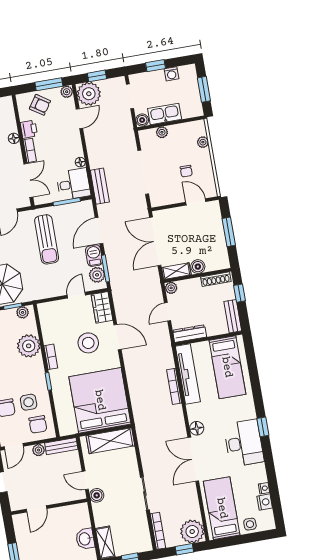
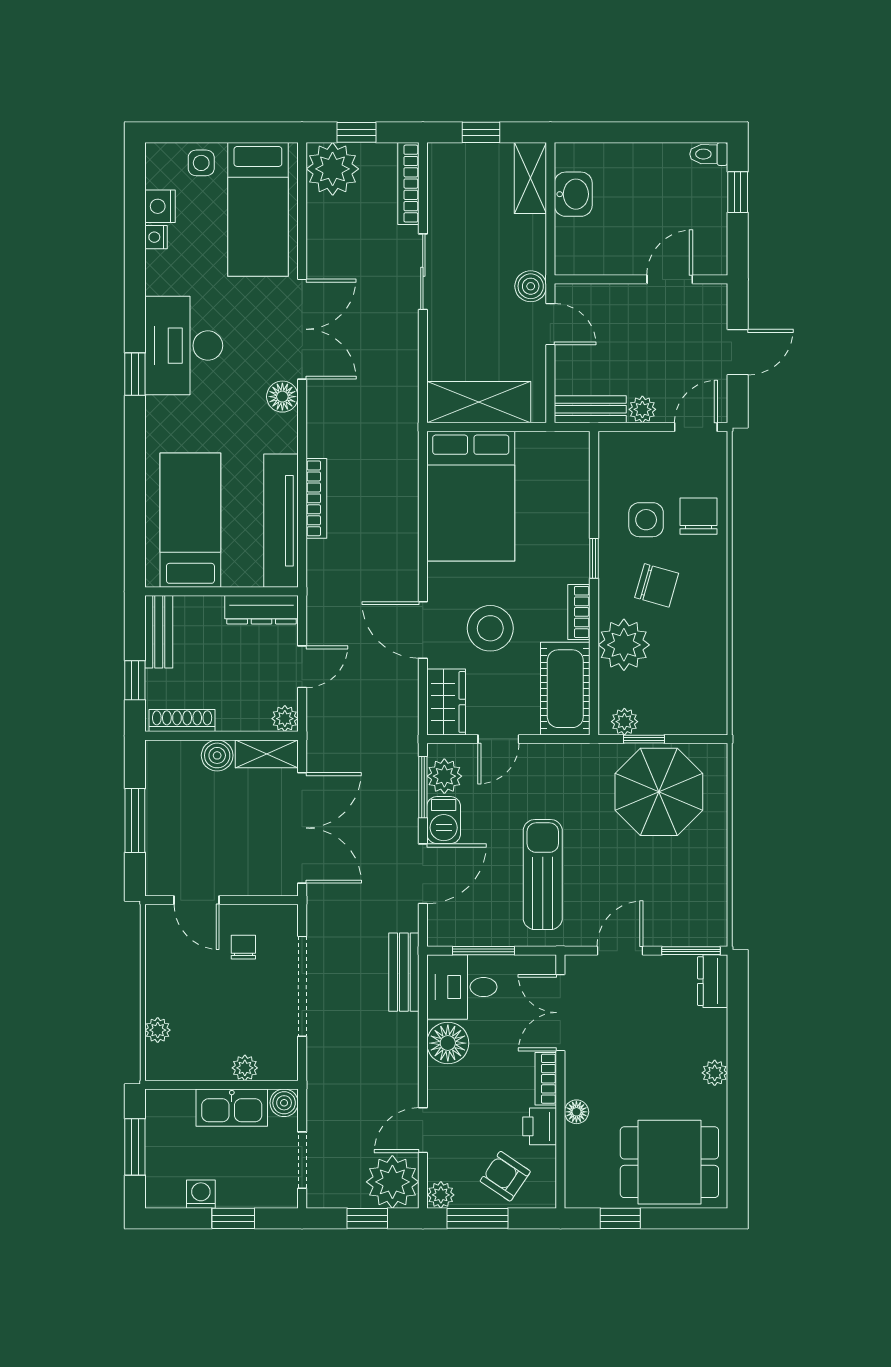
floor lamp: (80, 162) -> (448, 1043), width x1.89, depth x1.89
chair: (186, 171) -> (243, 947), moved
cot: (51, 322) -> (565, 689), added
bed: (100, 400) -> (471, 496), width x0.73
chair: (38, 424) -> (657, 585), moved, turned 106

